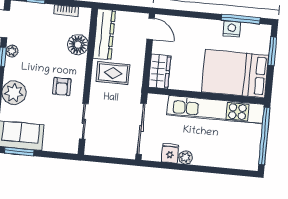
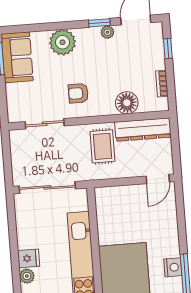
wardrobe: (159, 71) -> (113, 197), removed
fridge: (170, 153) -> (29, 258), moved
plant: (186, 158) -> (27, 276), moved

